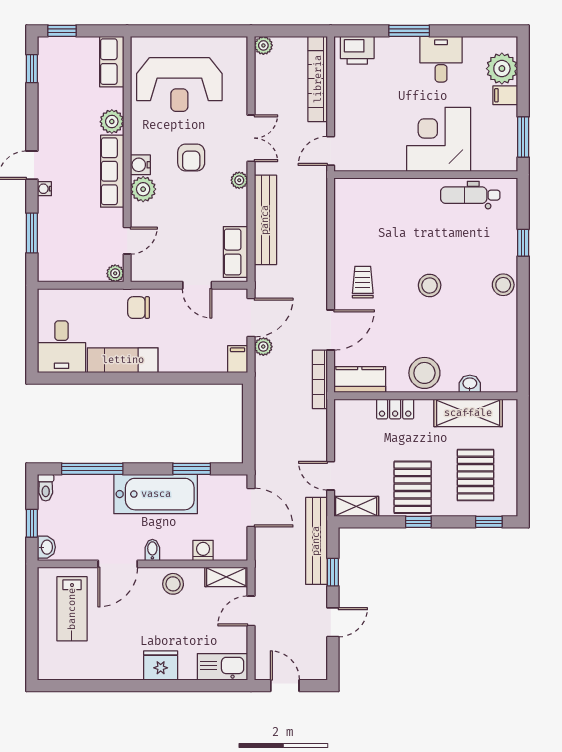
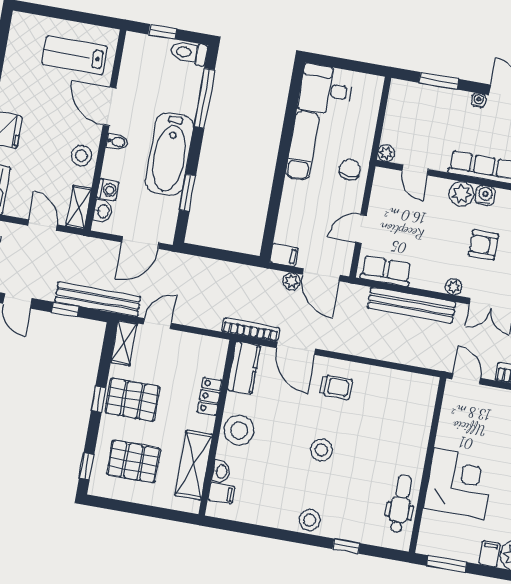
filing cabinet: (492, 380) -> (221, 493), added
toilet: (46, 488) -> (189, 53), width x1.37, depth x1.39
washbasin: (46, 547) -> (103, 211), moved, turned -90

